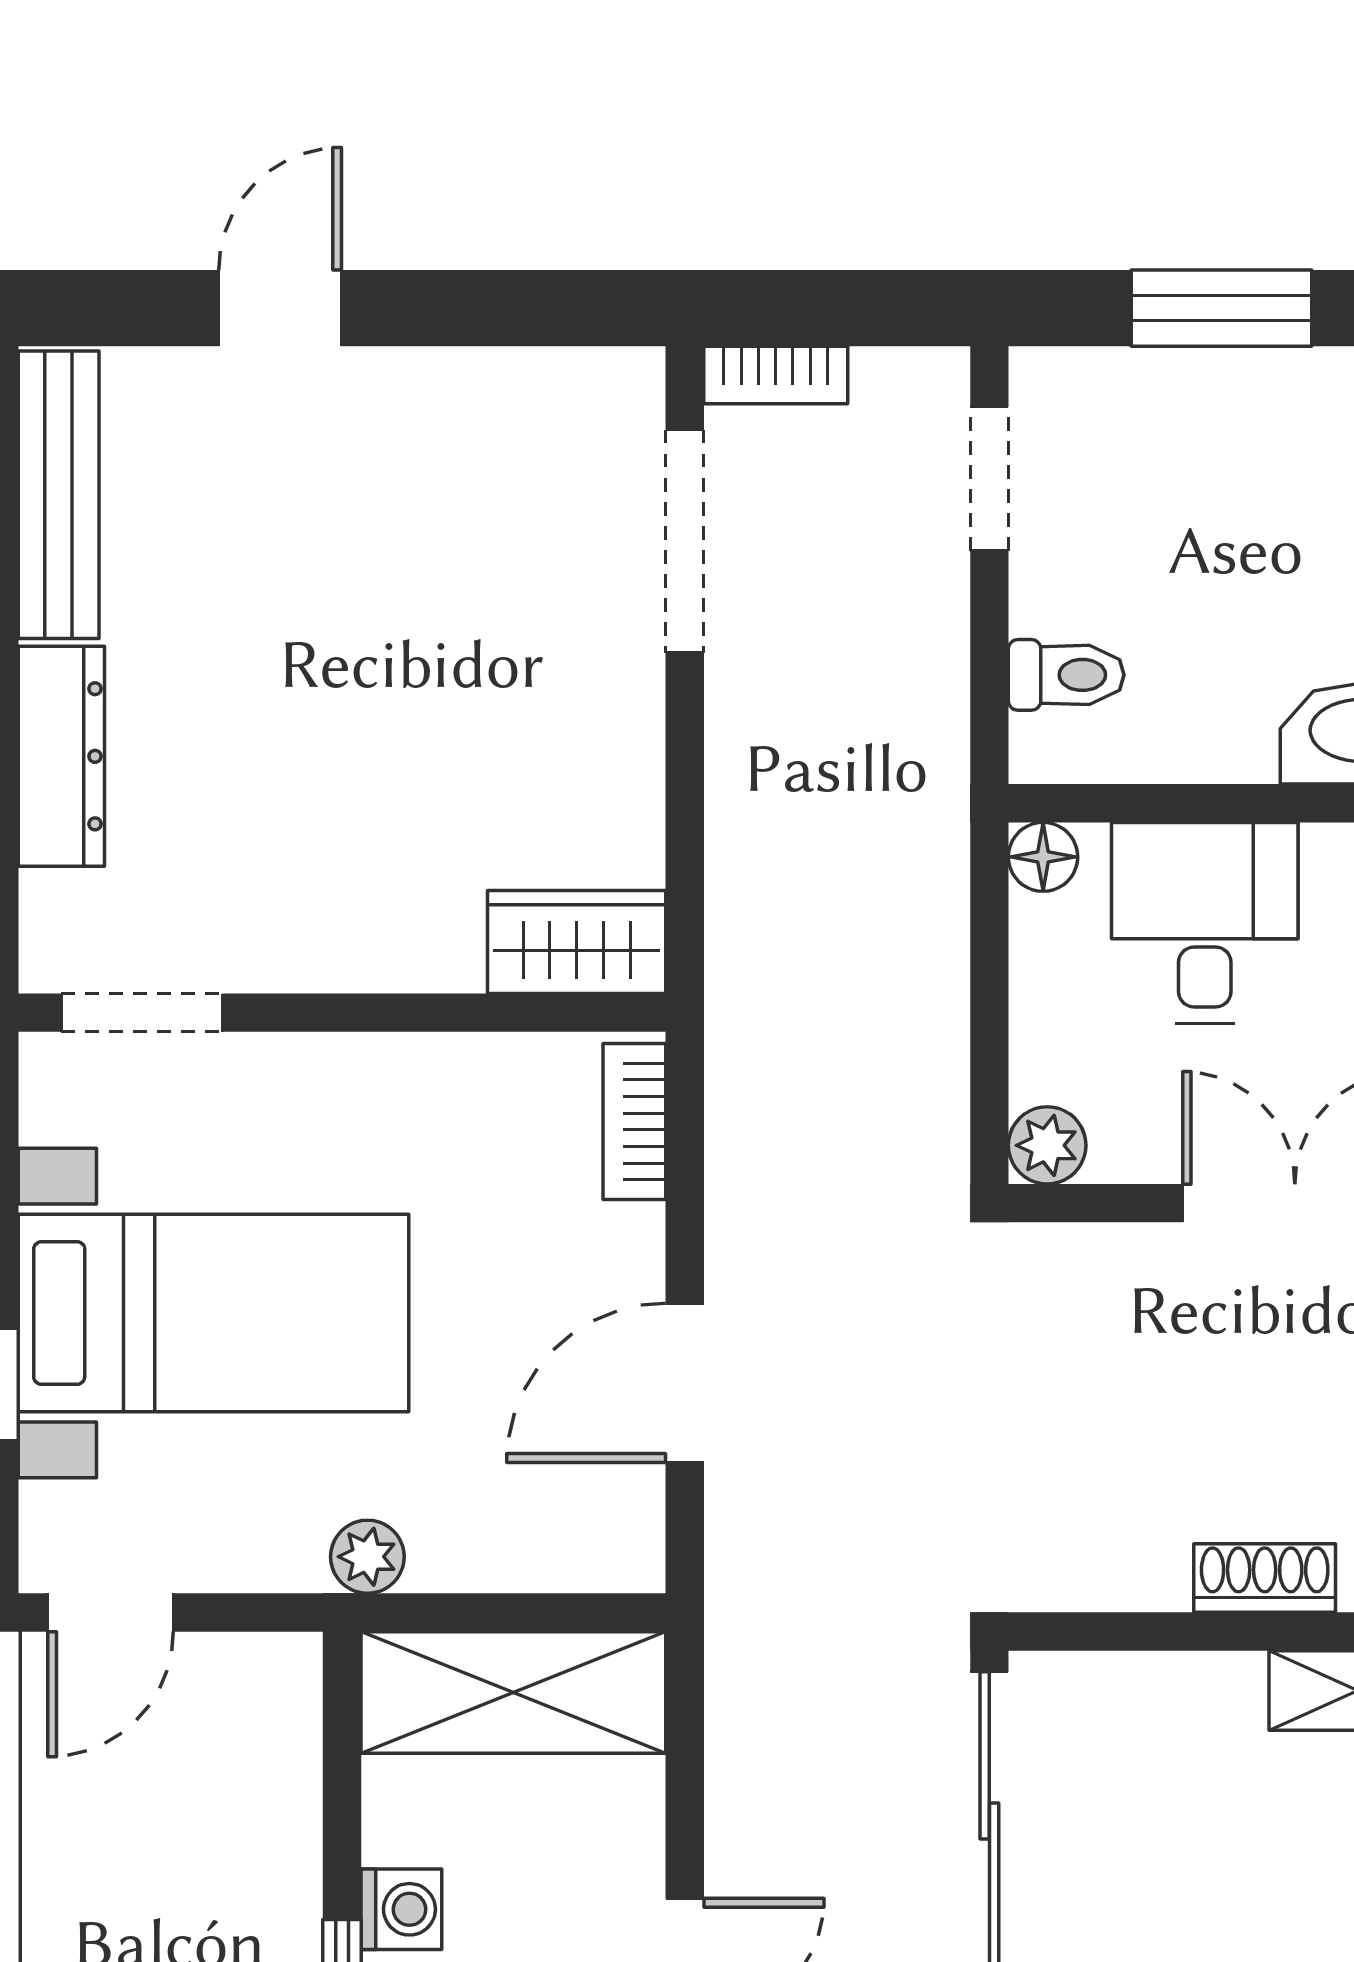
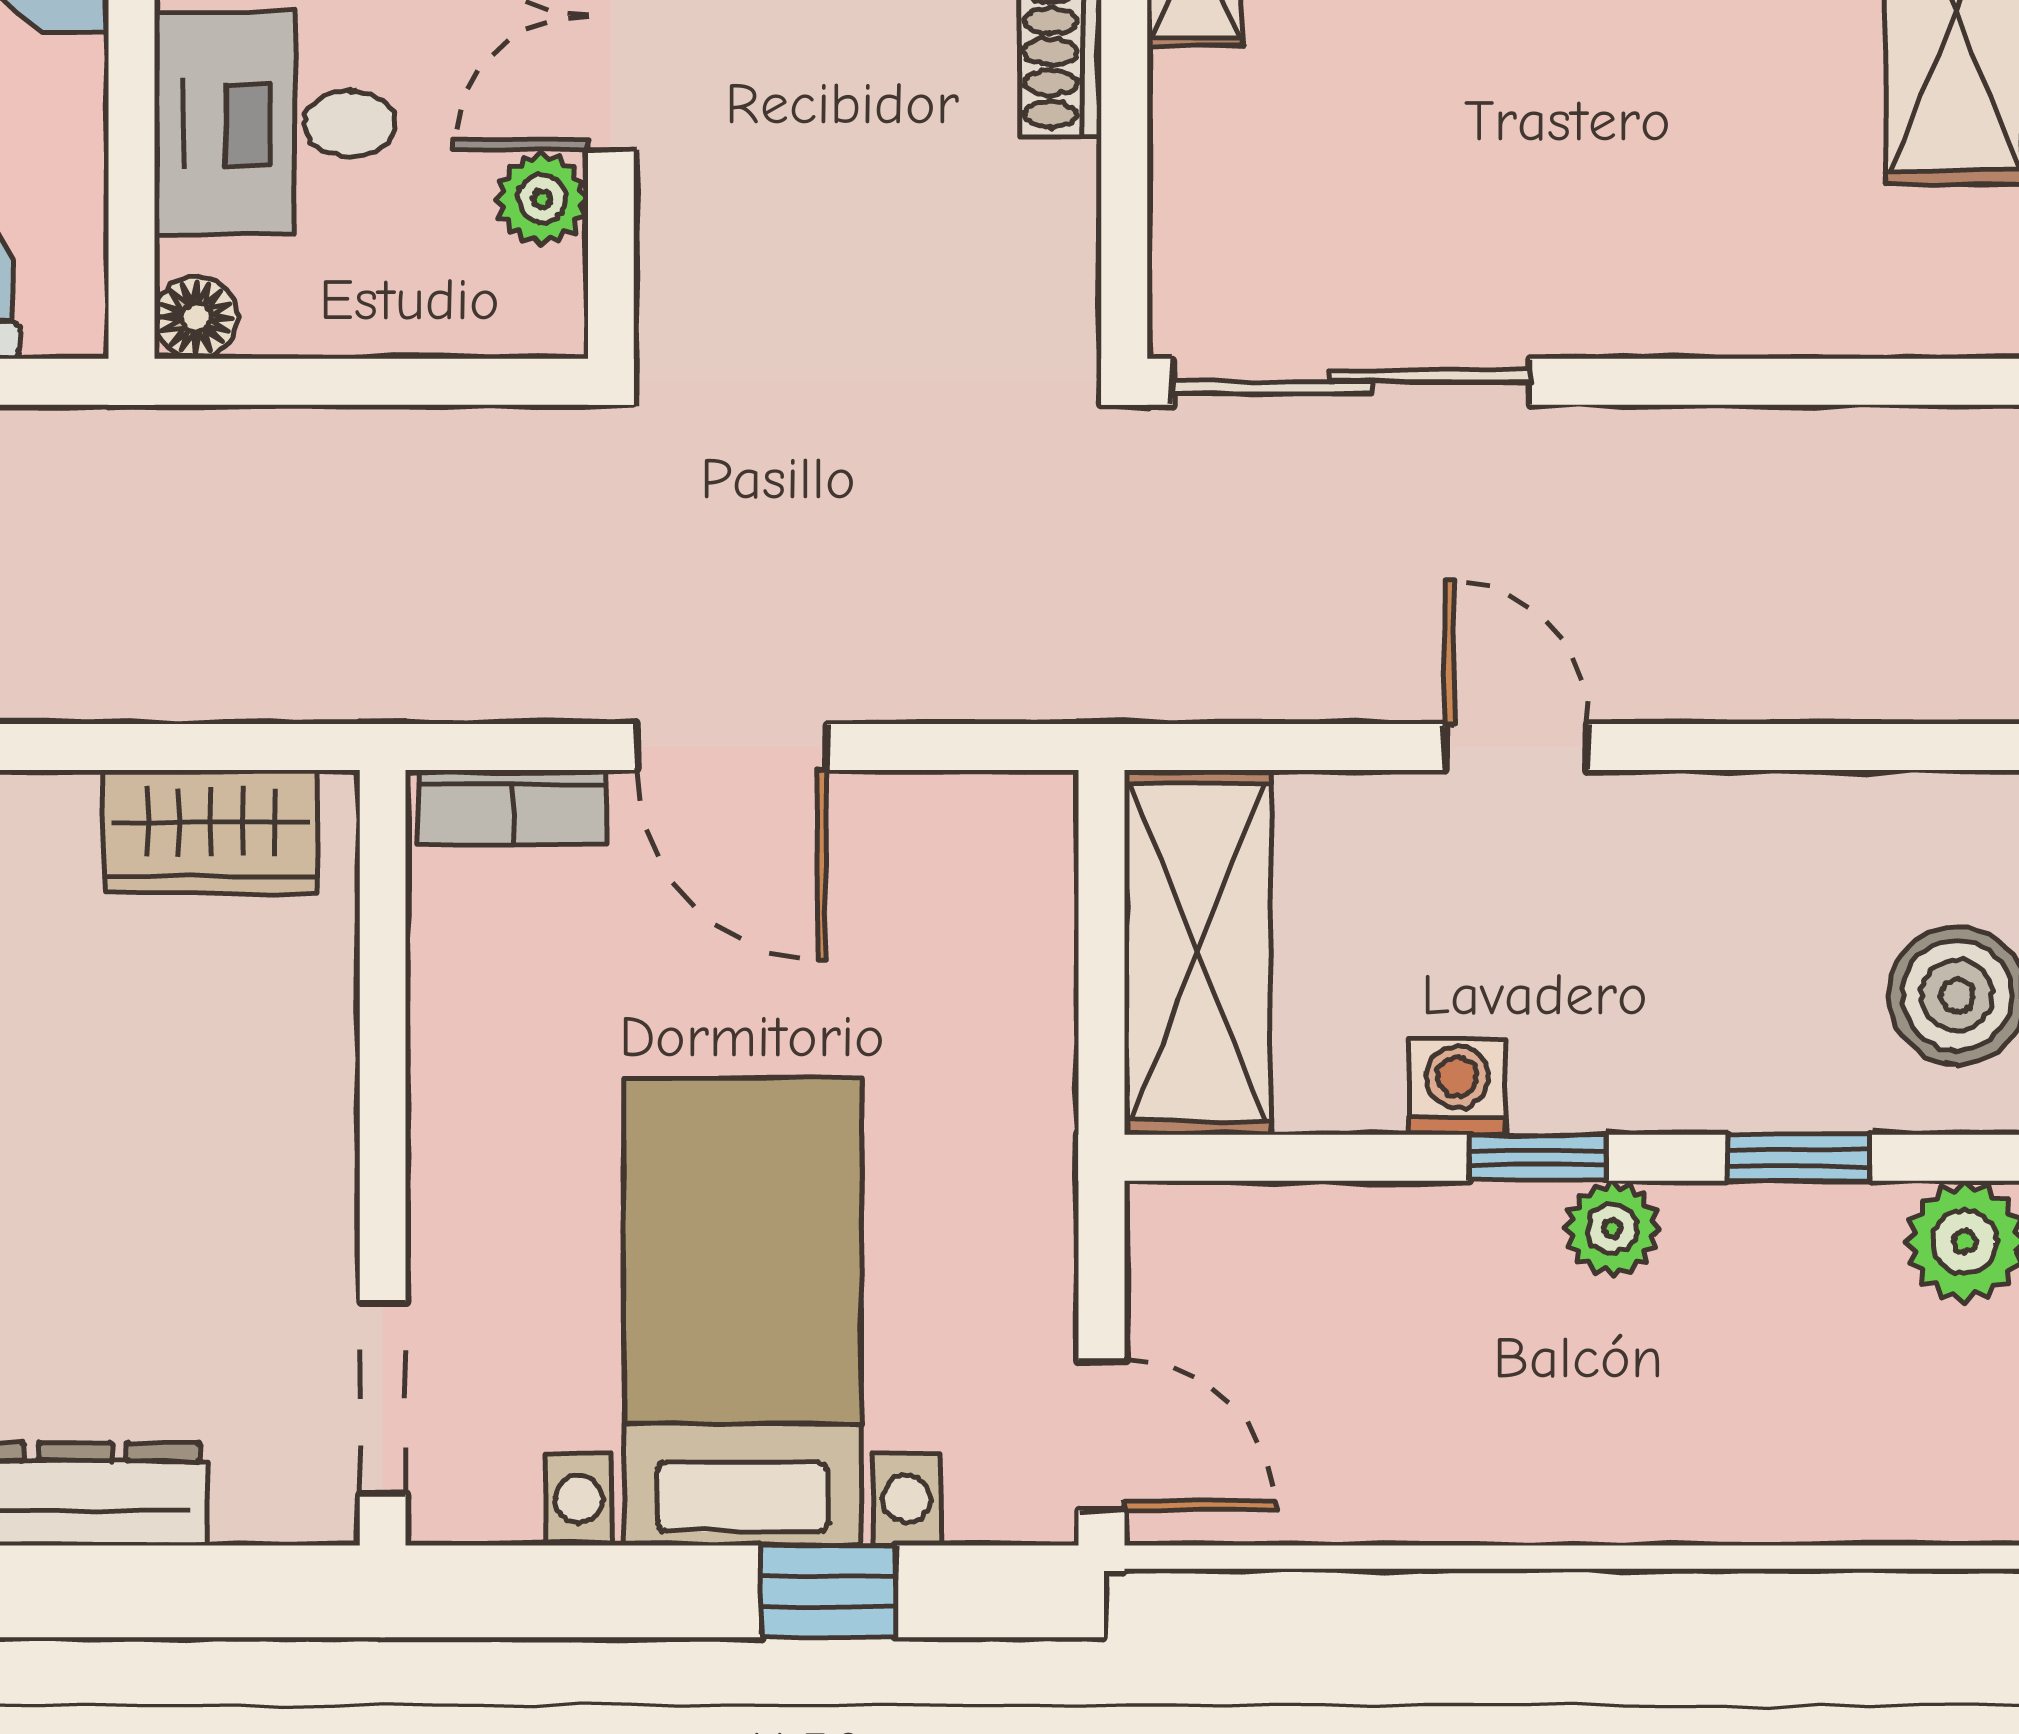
wardrobe: (577, 942) -> (210, 832), moved, turned -90
plant: (1047, 1145) -> (542, 199), moved
door: (685, 1383) -> (732, 747), moved
plant: (367, 1557) -> (1035, 1127), removed

